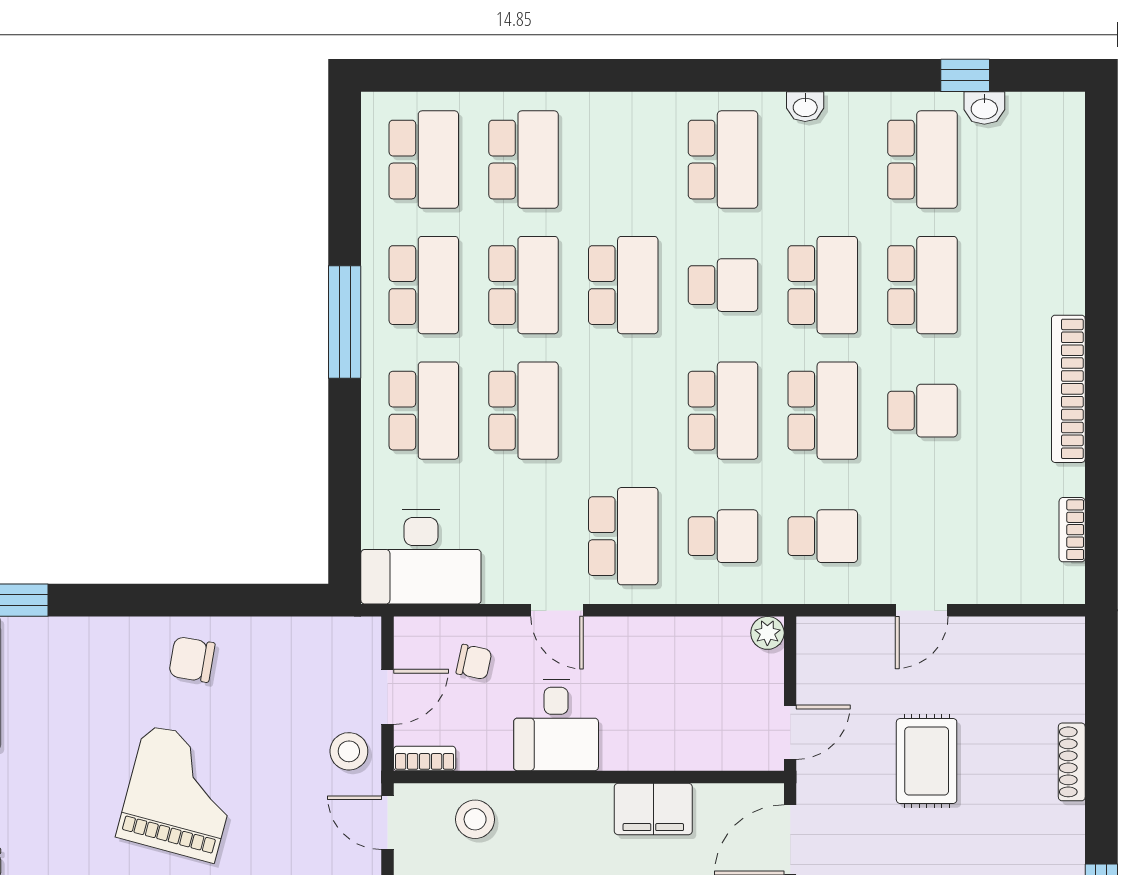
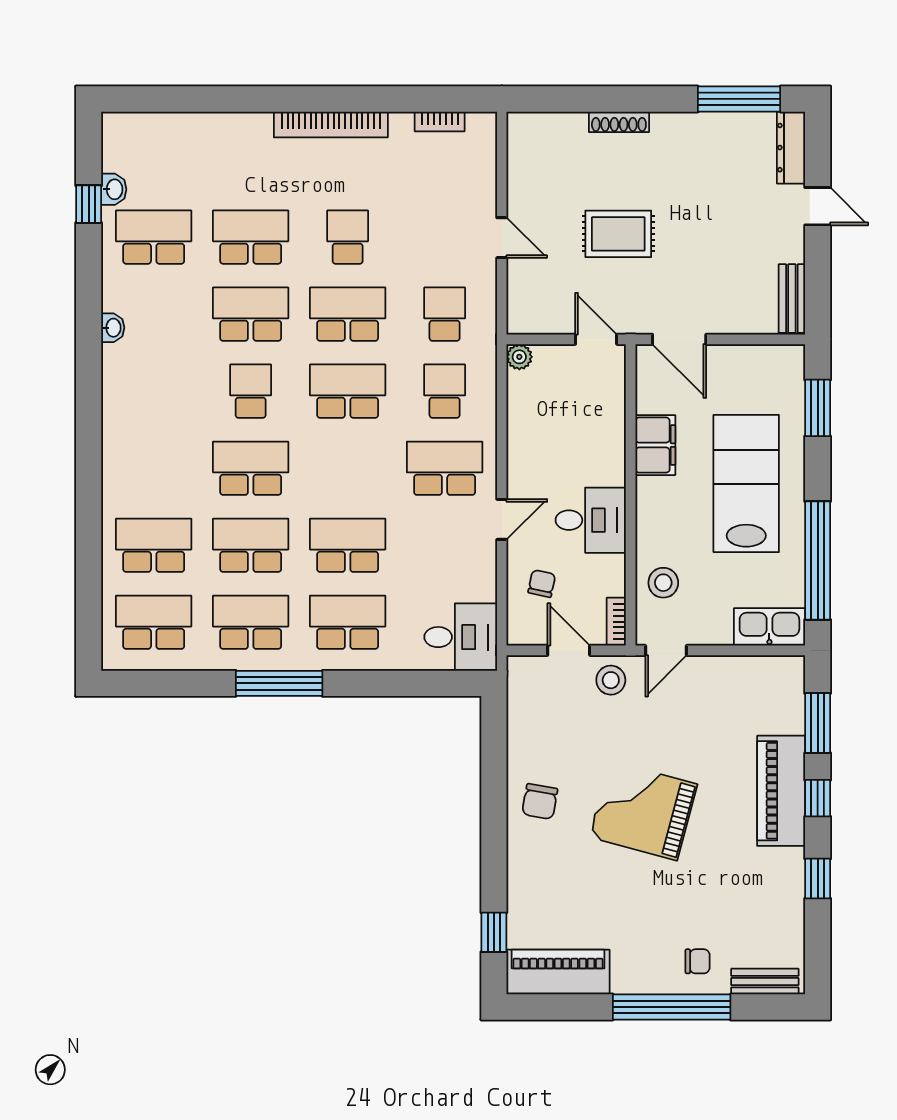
school desk: (723, 160) -> (154, 391), removed
desk: (421, 557) -> (461, 637), width x0.73

